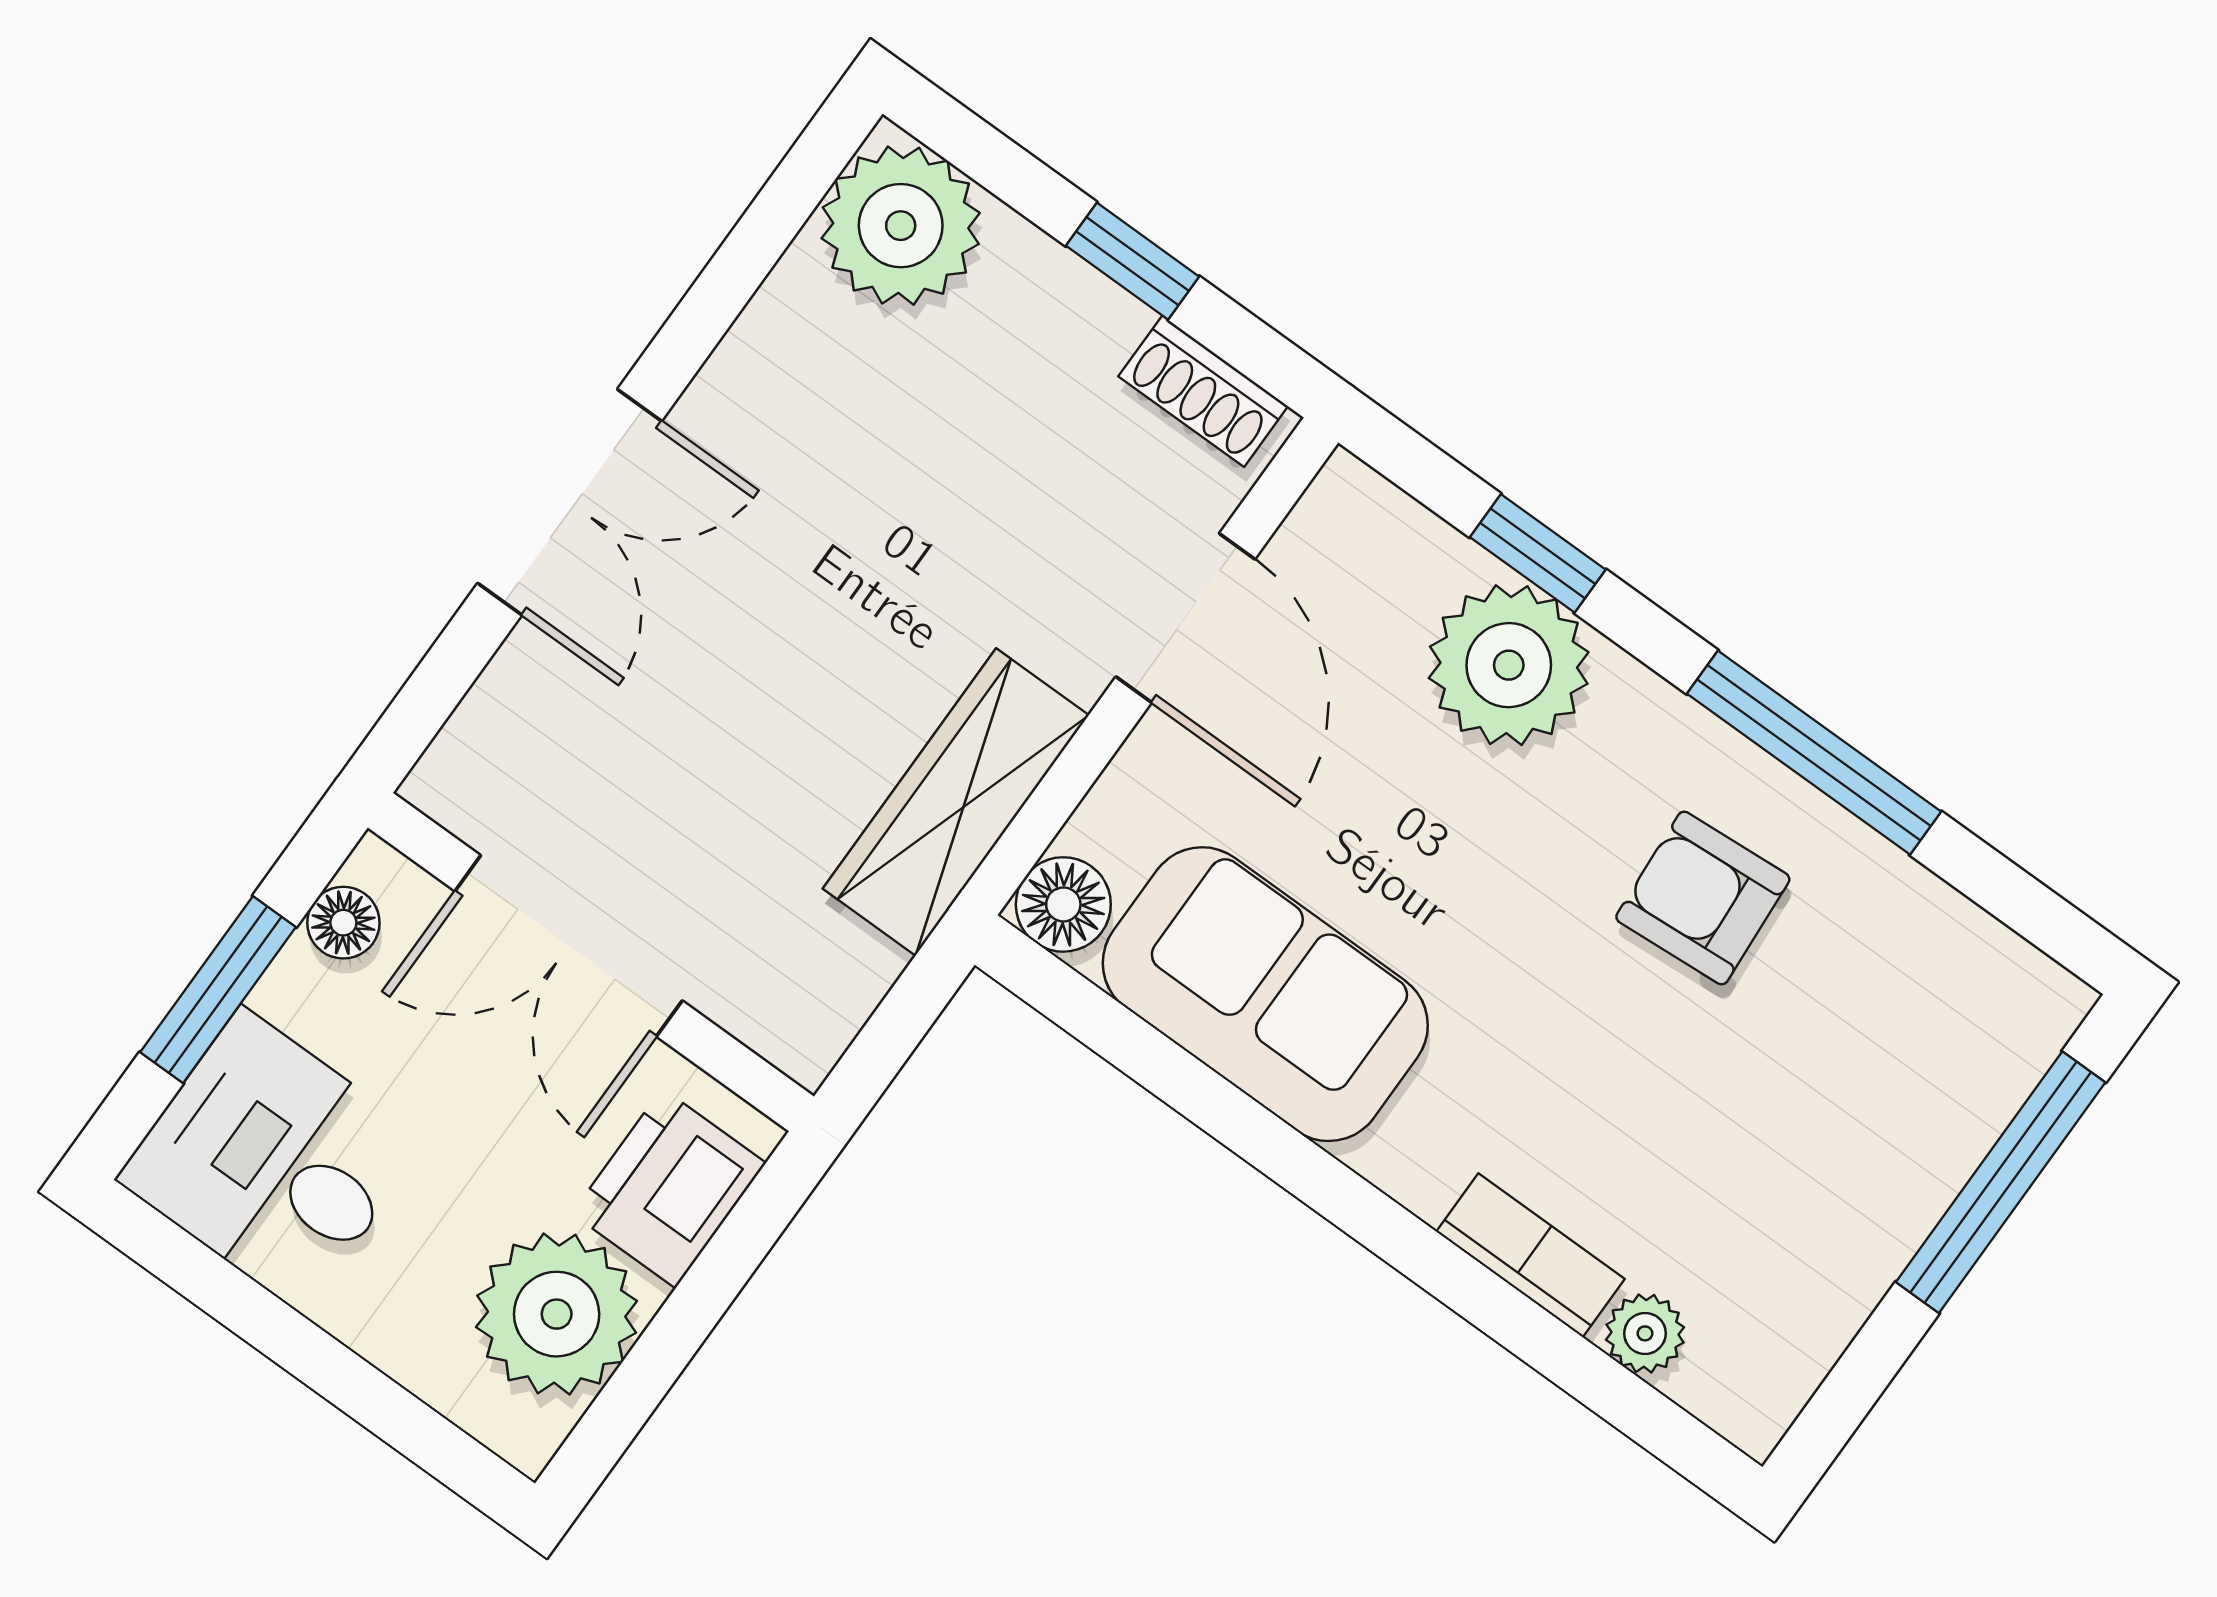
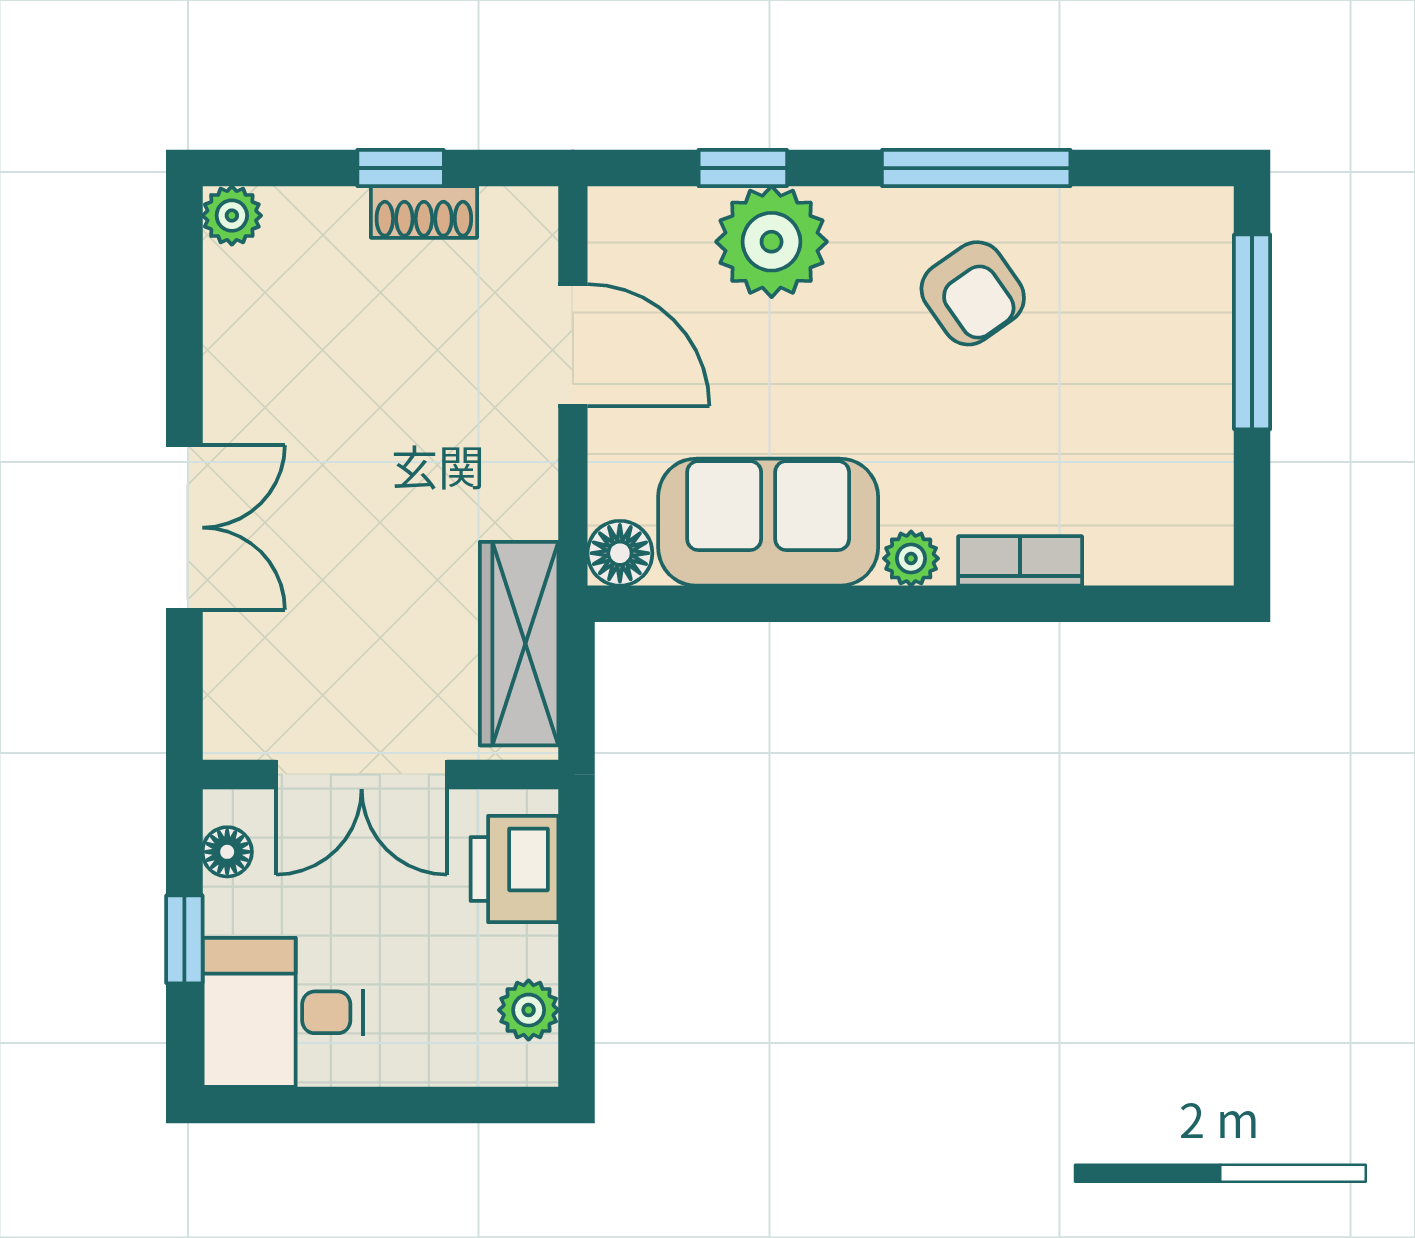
plant: (901, 226) -> (232, 216), width x0.53, depth x0.53
shoe rack: (1203, 391) -> (424, 212), moved
wardrobe: (956, 802) -> (519, 644), moved
armchair: (1703, 898) -> (973, 293), turned -121
window: (218, 990) -> (184, 939), width x0.67
plant: (557, 1314) -> (529, 1010), width x0.53, depth x0.53
plant: (1645, 1333) -> (911, 558), moved

